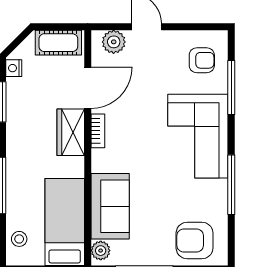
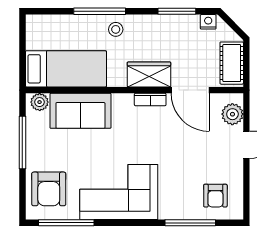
corner sofa: (198, 136) -> (119, 192), moved
window: (231, 185) -> (66, 223), moved
stool: (19, 239) -> (116, 29), moved
armchair: (195, 241) -> (49, 189), turned 180

